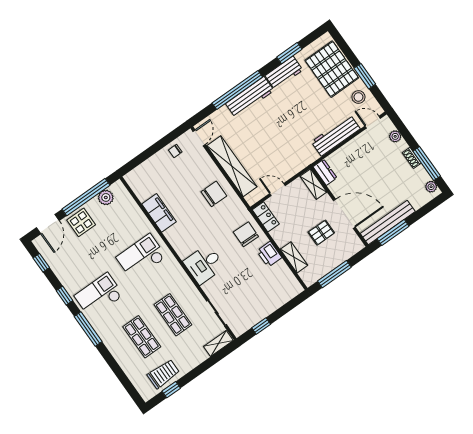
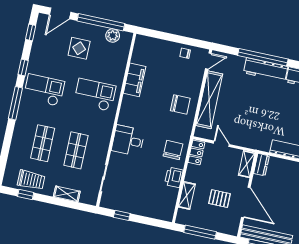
display table: (81, 222) -> (79, 48), moved
shelving: (218, 343) -> (67, 194), moved

